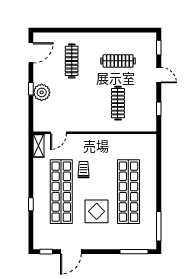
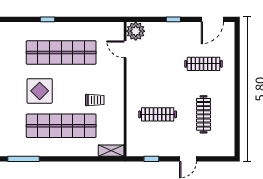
window: (159, 48) -> (218, 159), removed
door: (31, 53) -> (212, 19), hinge flipped
plant: (42, 92) -> (136, 31), moved
shelving: (38, 146) -> (111, 151), moved
trolley: (83, 170) -> (95, 100), moved

